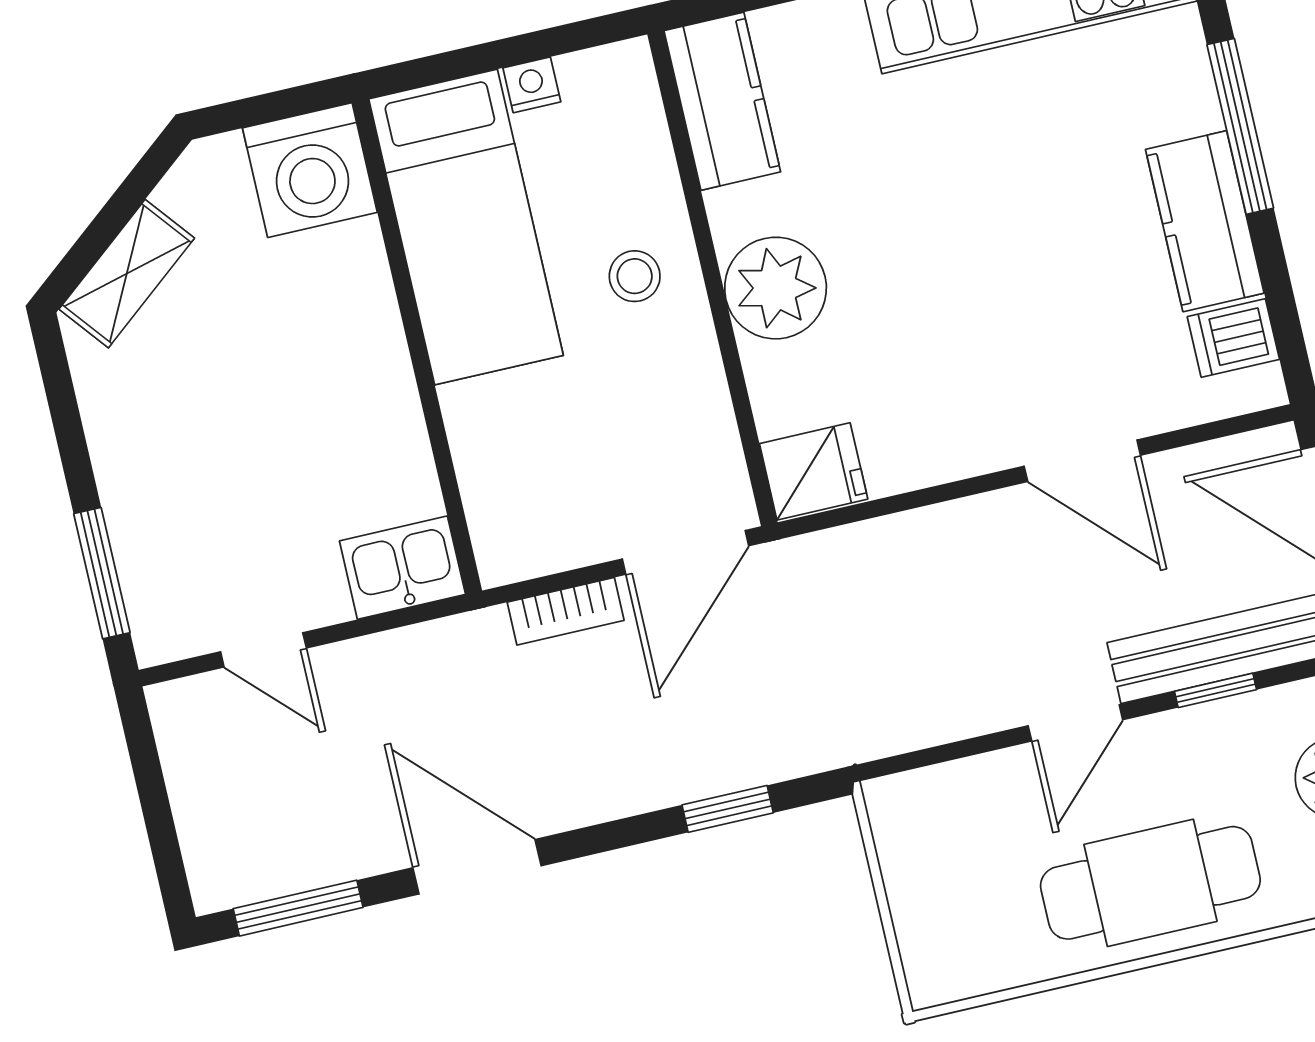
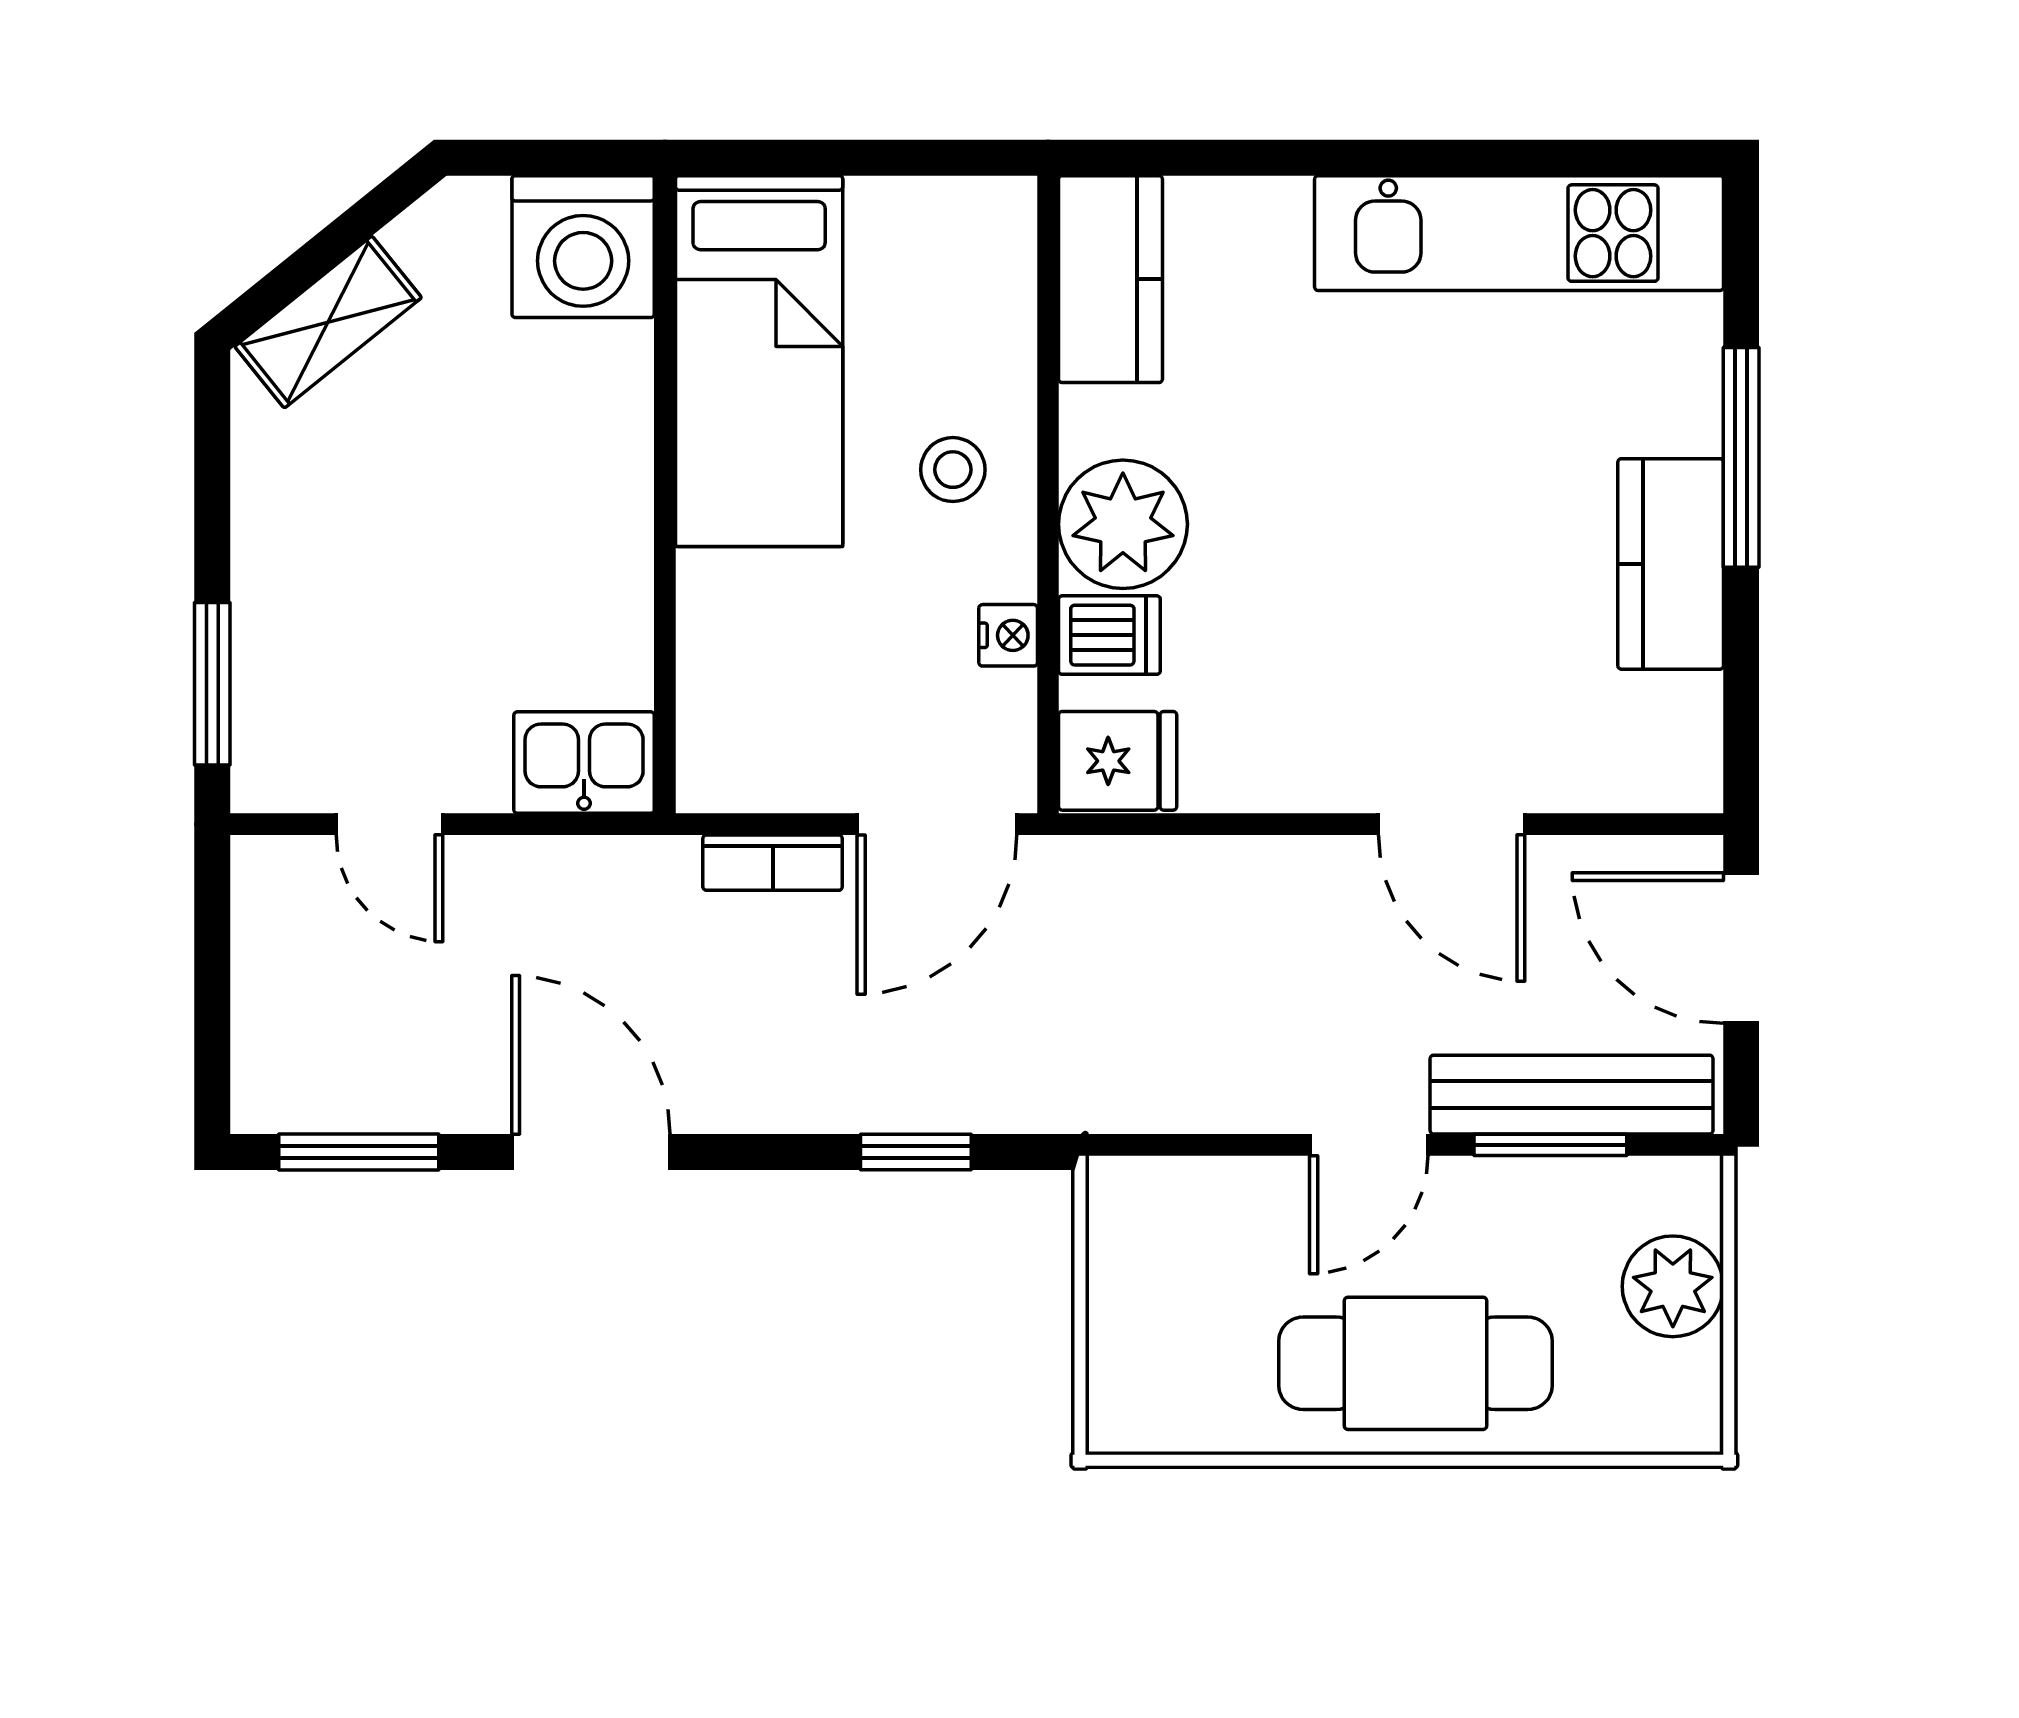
nightstand: (532, 85) -> (1008, 635), moved, turned 90
dishwasher: (1233, 338) -> (1109, 635), moved, turned 180
window: (1216, 690) -> (1550, 1145), width x1.50

